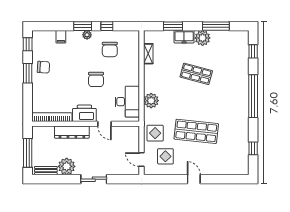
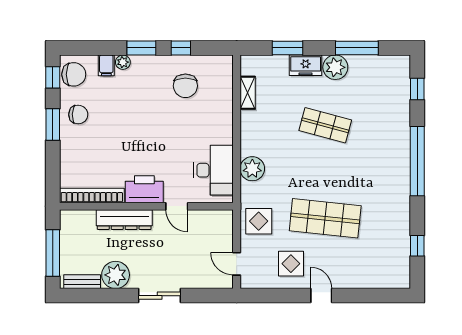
plant: (87, 35) -> (123, 62), moved
chair: (96, 79) -> (74, 74), moved, turned -90
display table: (165, 156) -> (291, 264), moved

